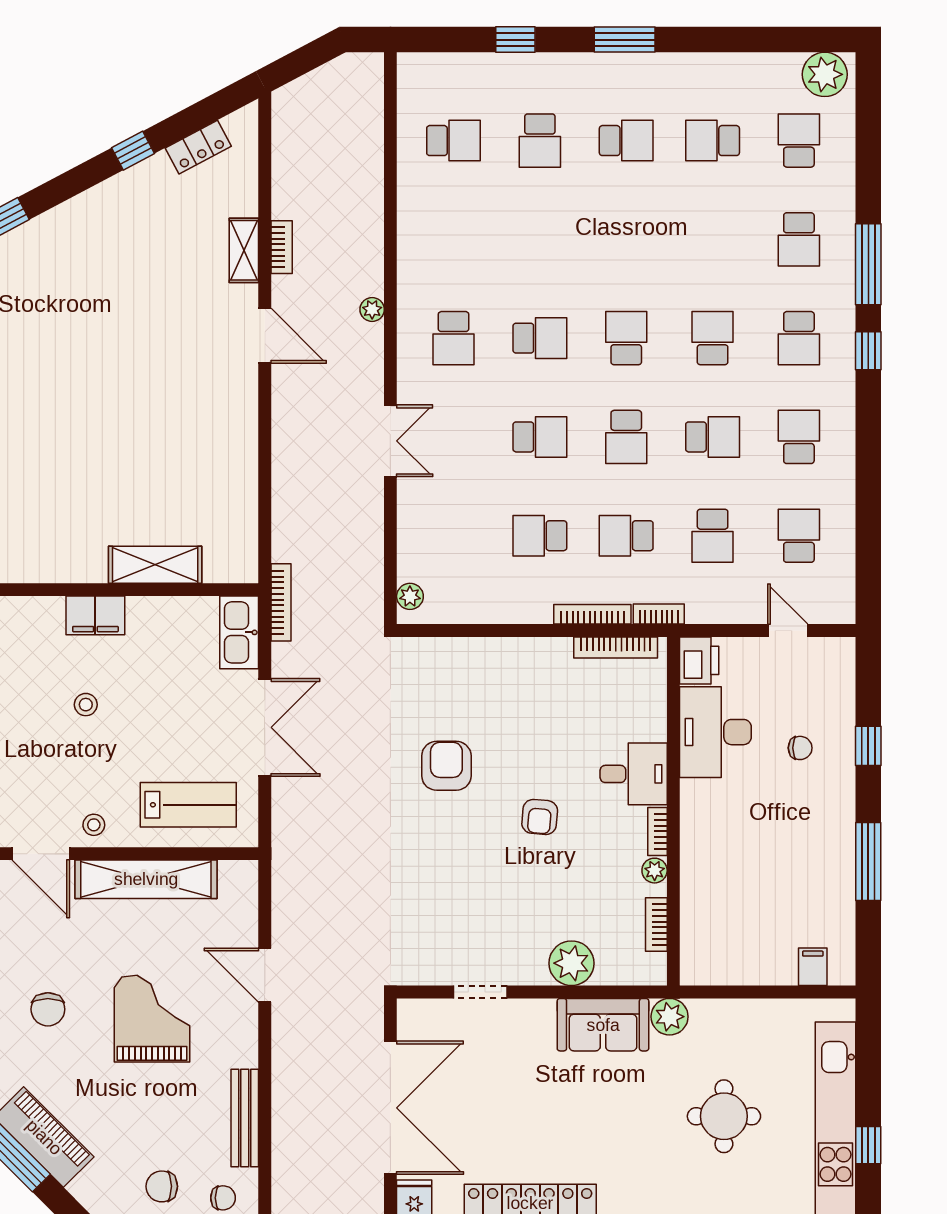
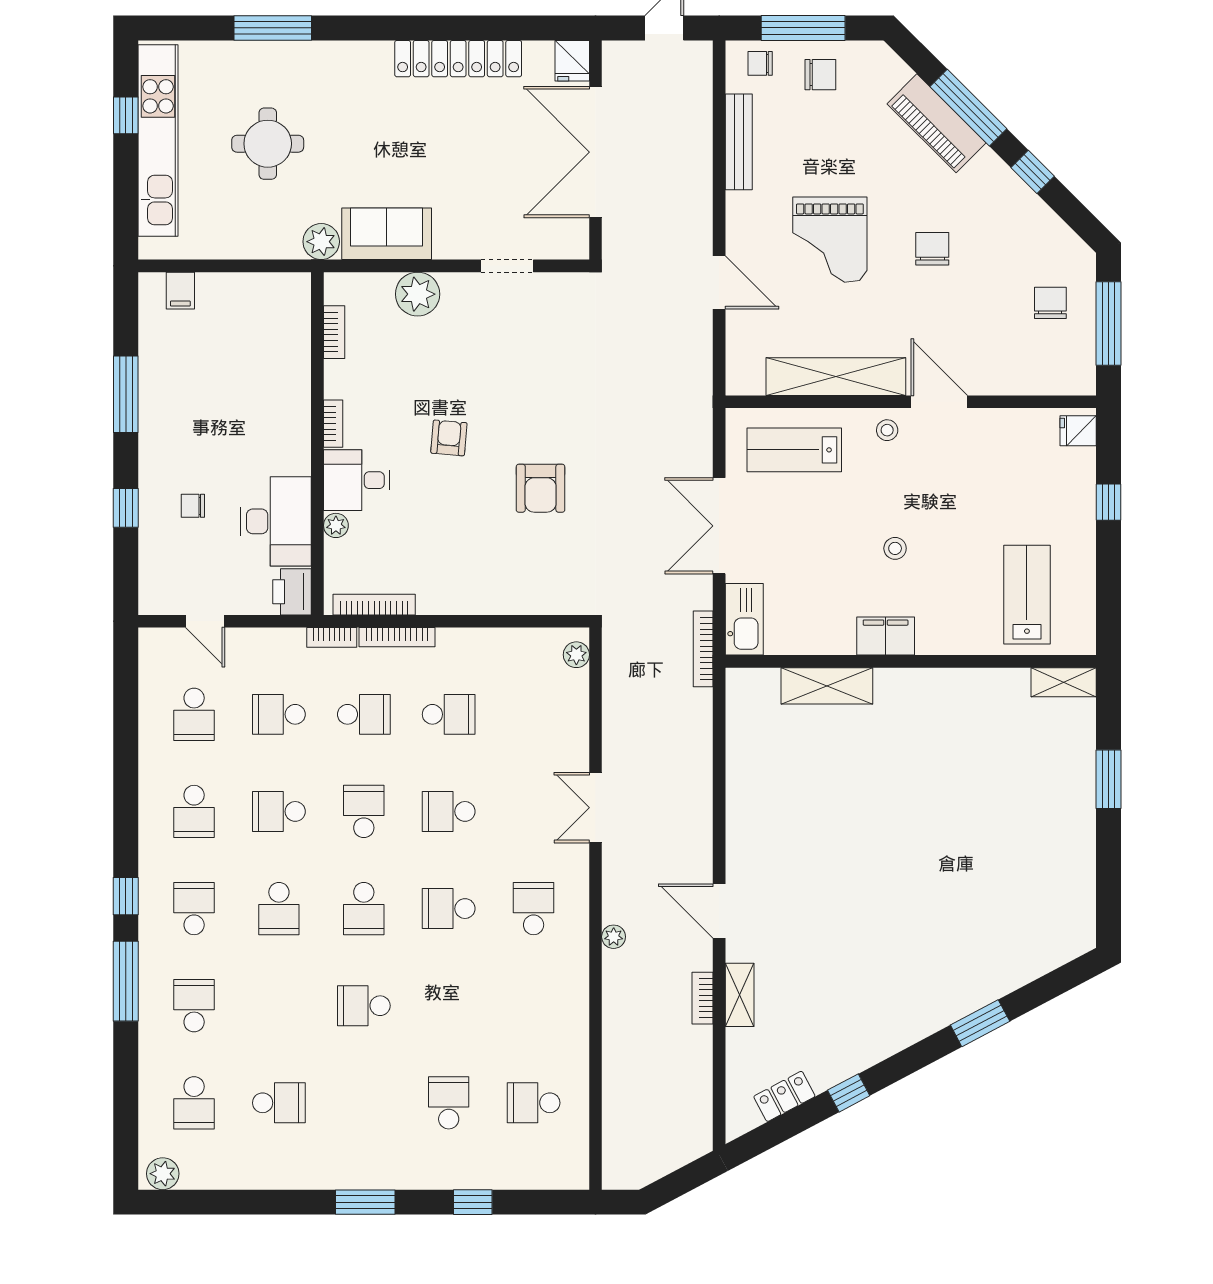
plant: (825, 74) -> (163, 1174), width x0.73, depth x0.73
school desk: (626, 141) -> (364, 1006), moved
school desk: (713, 536) -> (279, 714), turned -90
plant: (655, 871) -> (336, 525), moved

